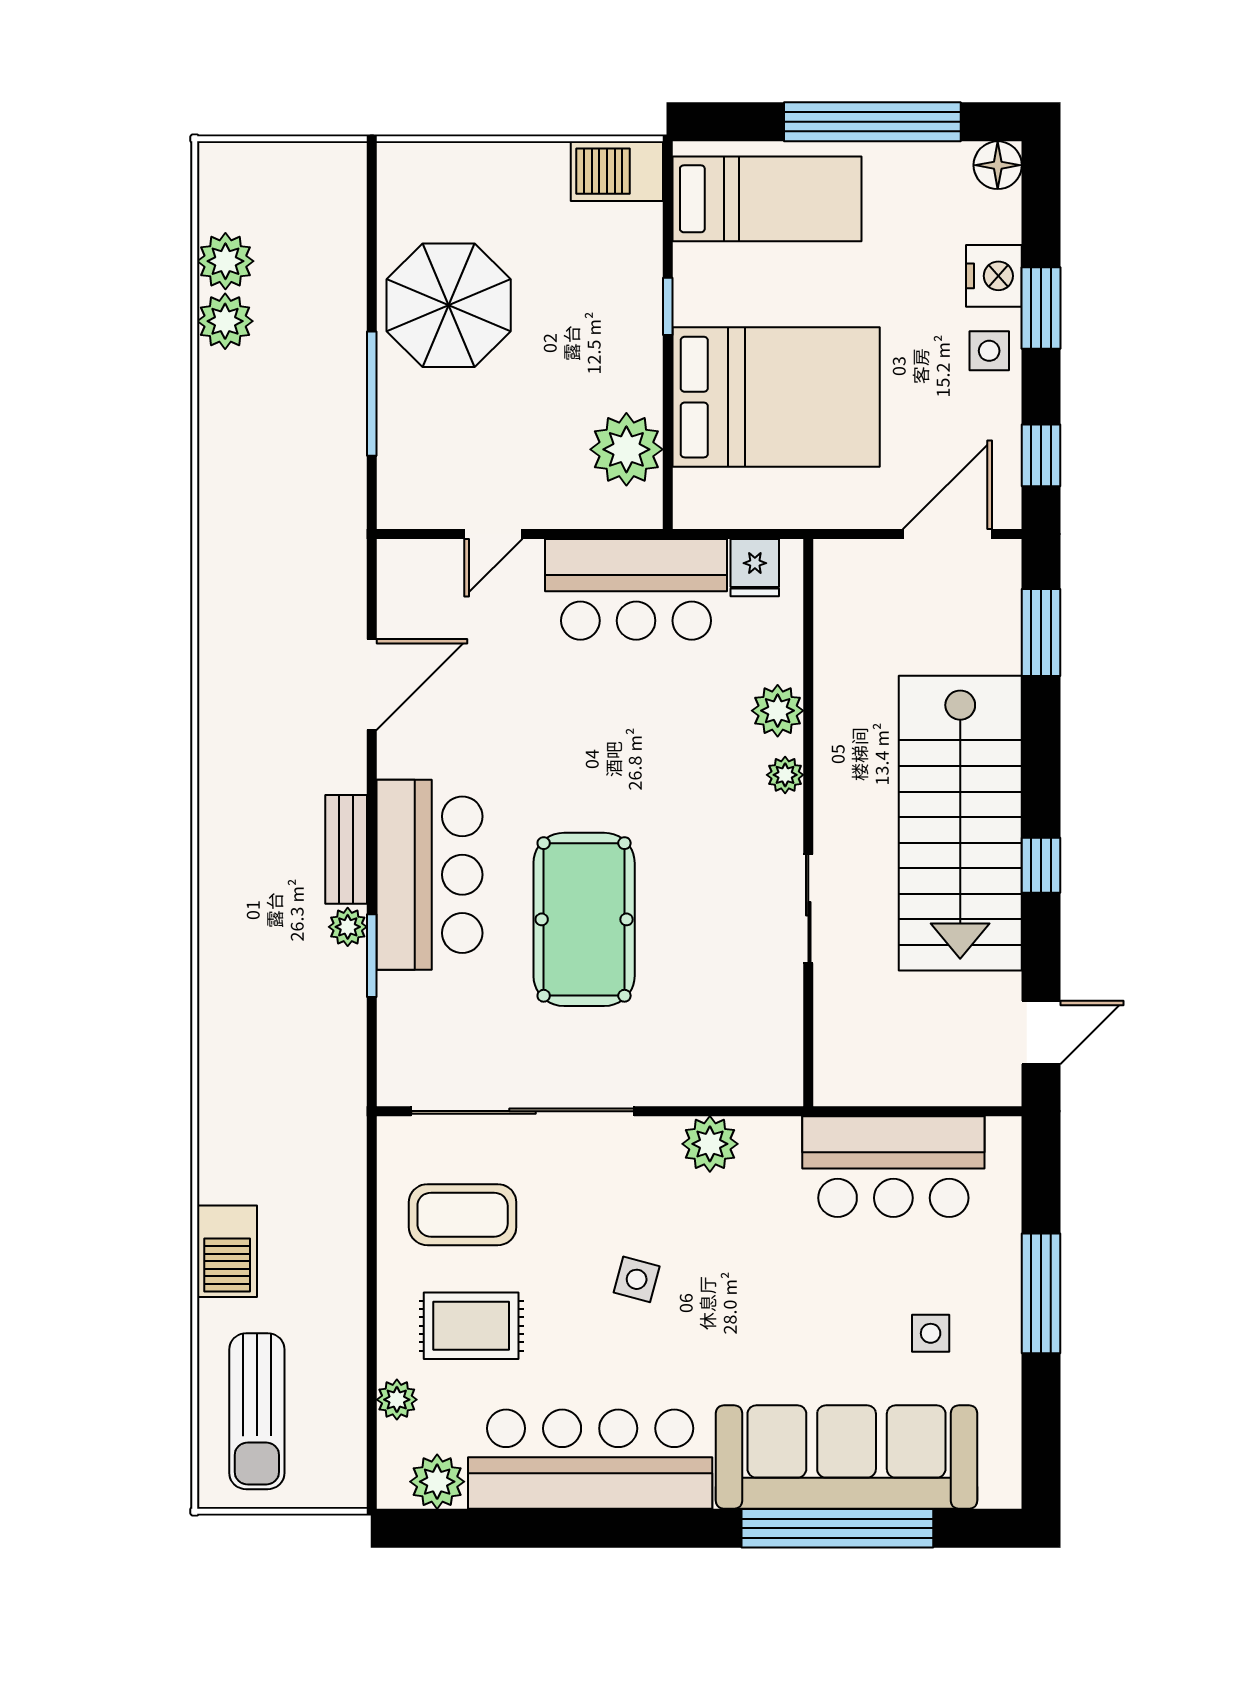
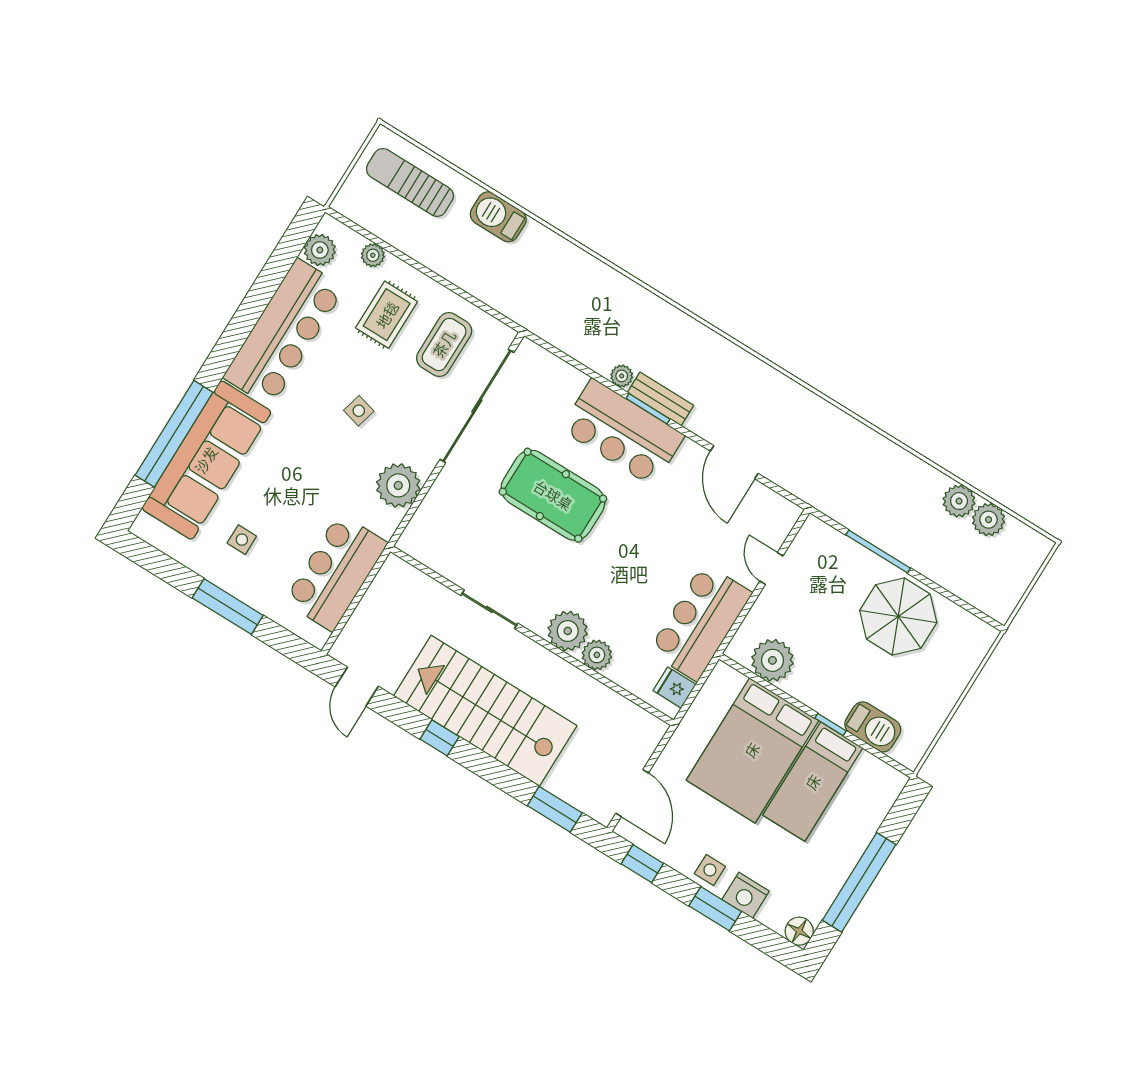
barbecue: (617, 171) -> (873, 727), moved, turned 90
bed: (767, 199) -> (813, 782), moved
plant: (785, 775) -> (568, 631), width x1.88, depth x1.88
window: (372, 956) -> (648, 409), moved
plant: (710, 1144) -> (398, 485), width x1.36, depth x1.36

